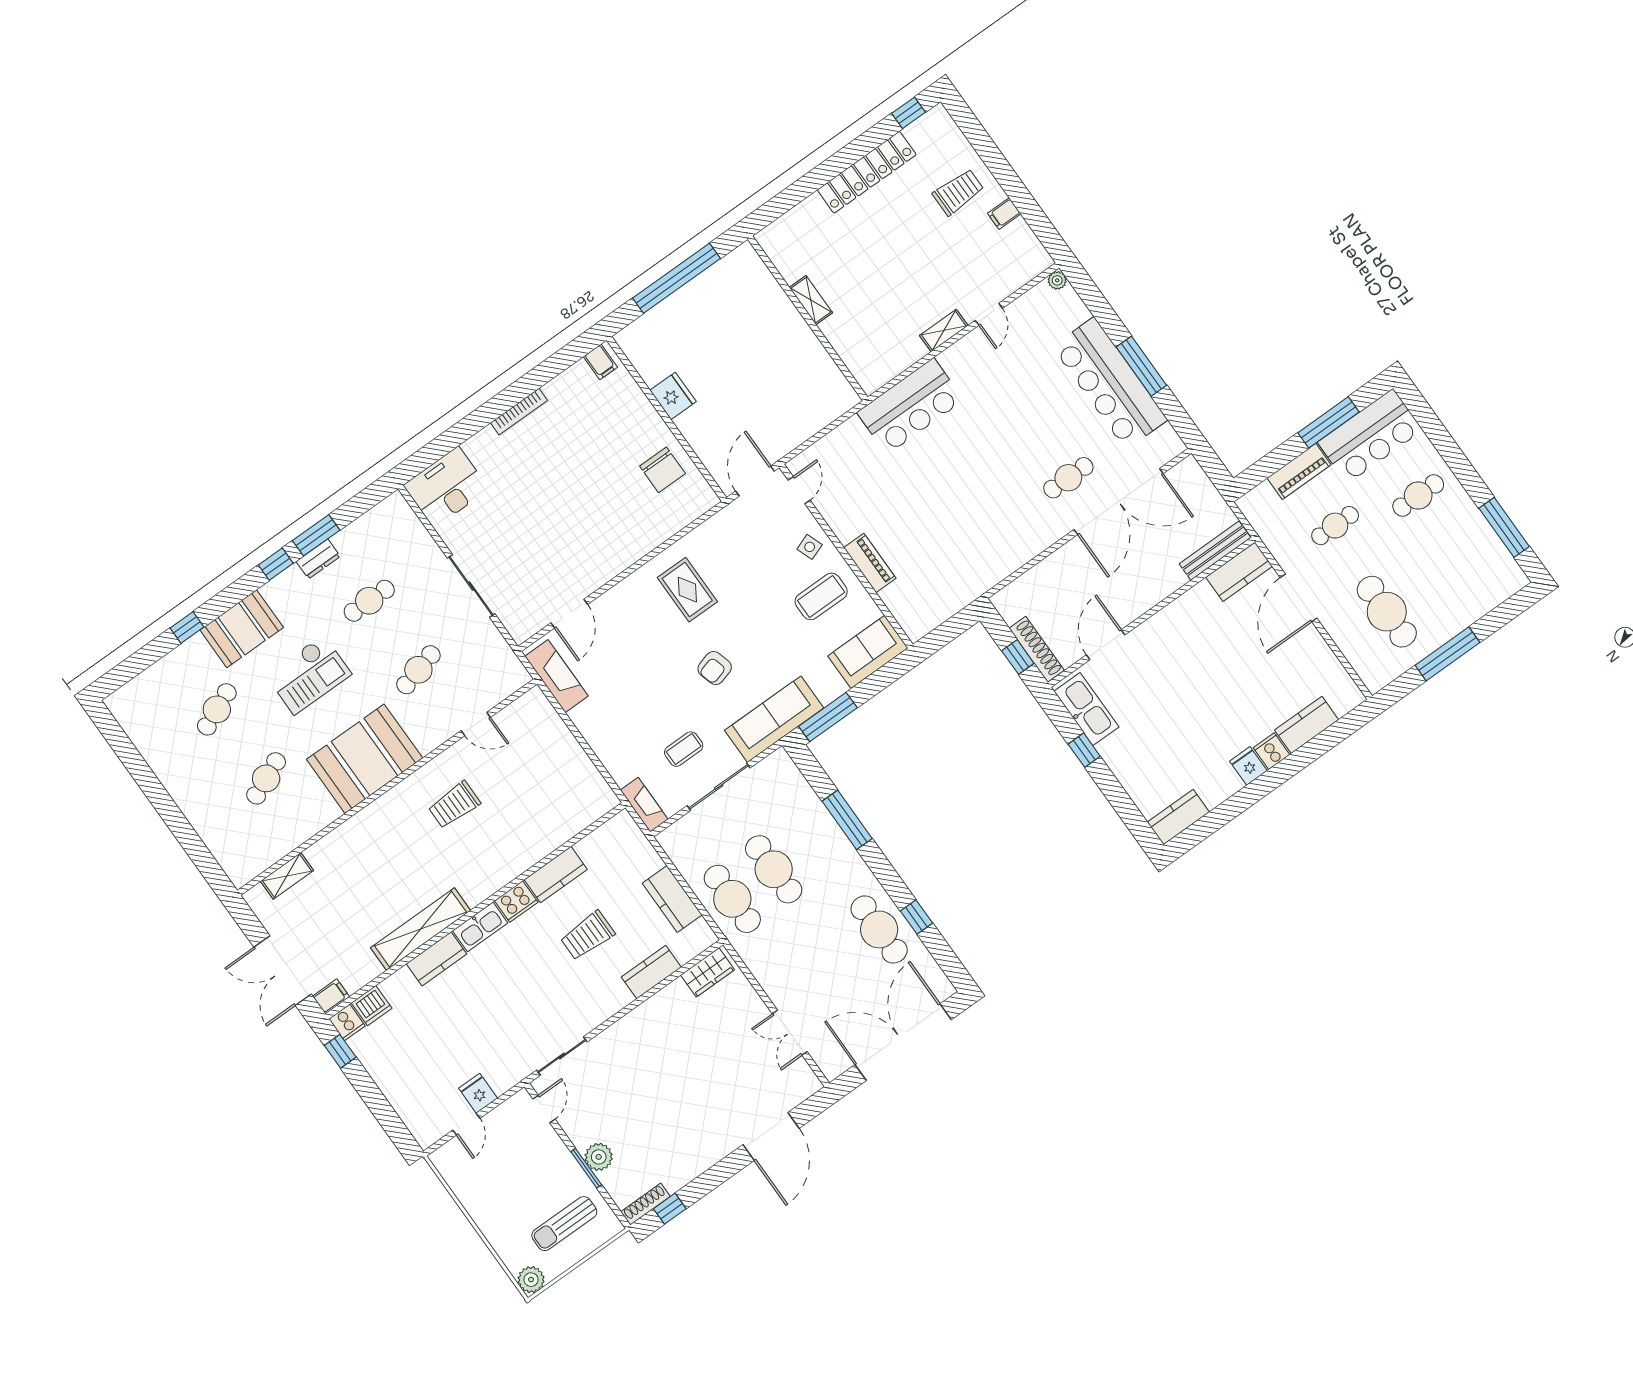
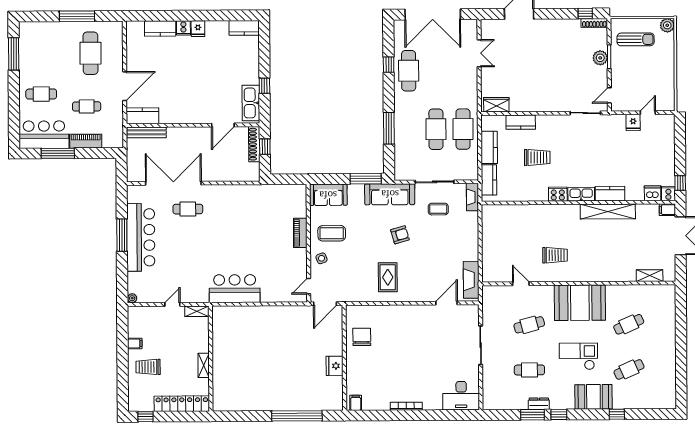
shelving: (811, 300) -> (204, 365), moved
wall: (808, 318) -> (211, 359), moved
kitchen counter: (556, 875) -> (489, 180), moved, turned 90

